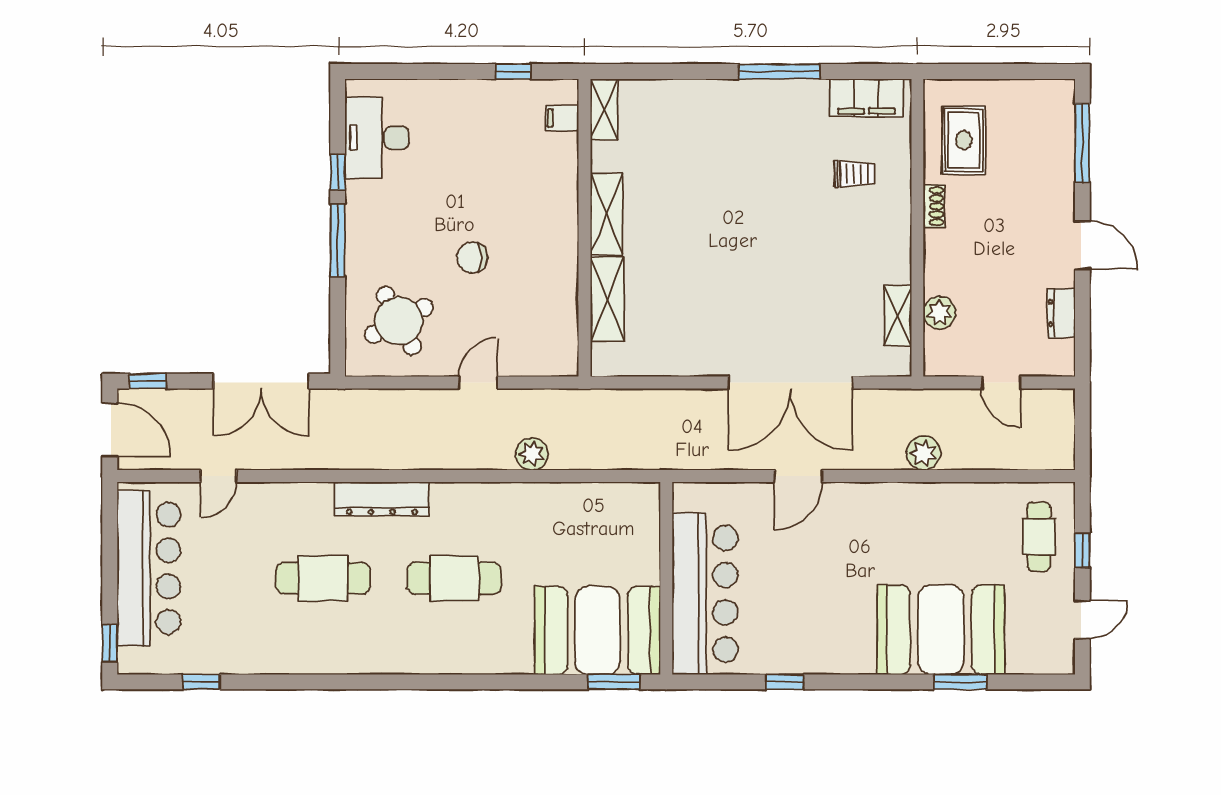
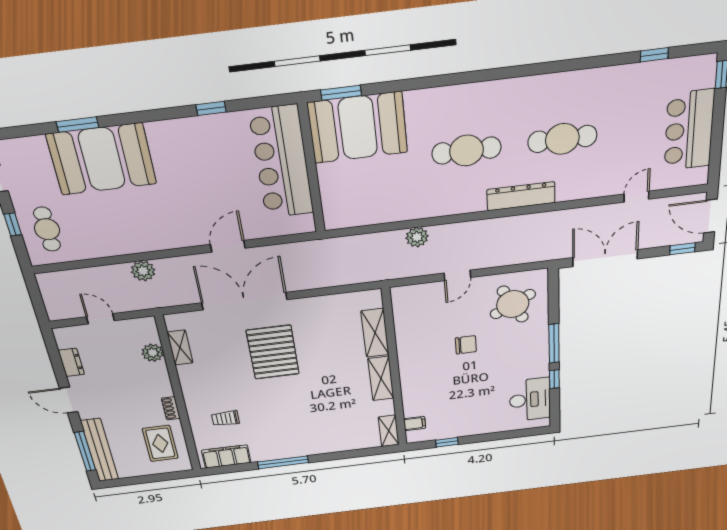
bench: (1059, 142) -> (100, 450), added
pallet: (763, 287) -> (273, 352), added
bar counter: (149, 568) -> (689, 130), width x0.73

